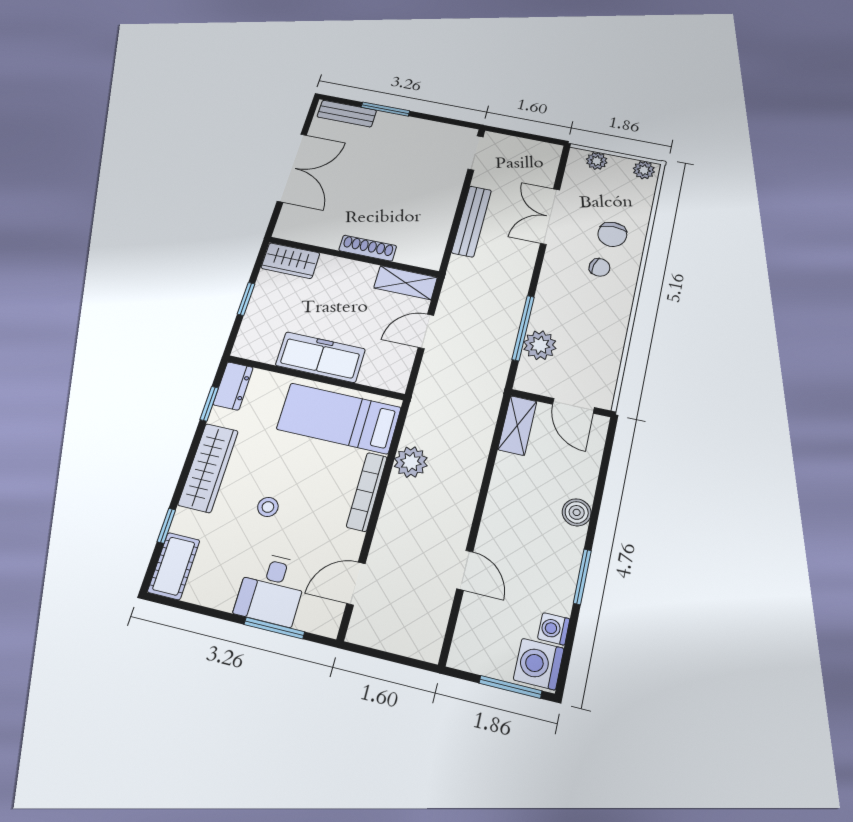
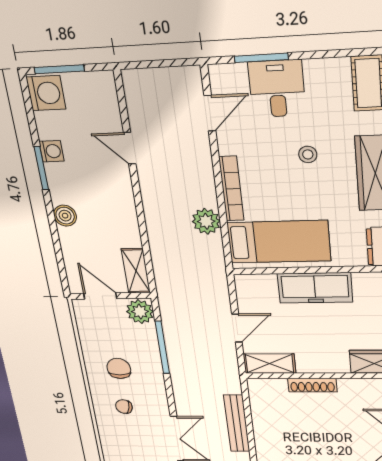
chair: (612, 234) -> (119, 368), moved
plant: (540, 345) -> (140, 312), moved
washing machine: (554, 629) -> (52, 151), moved

